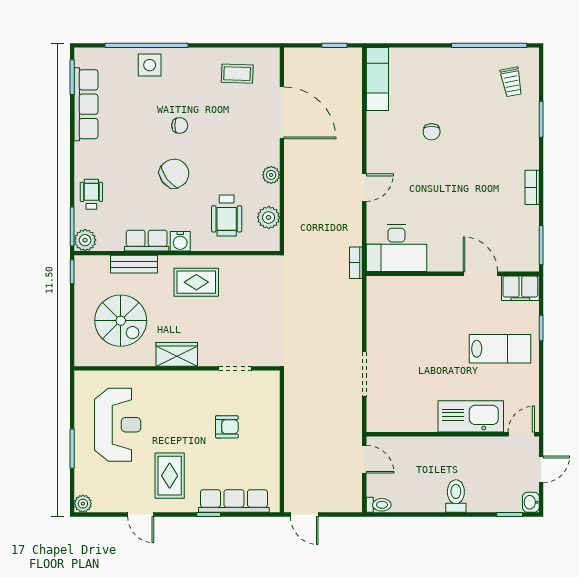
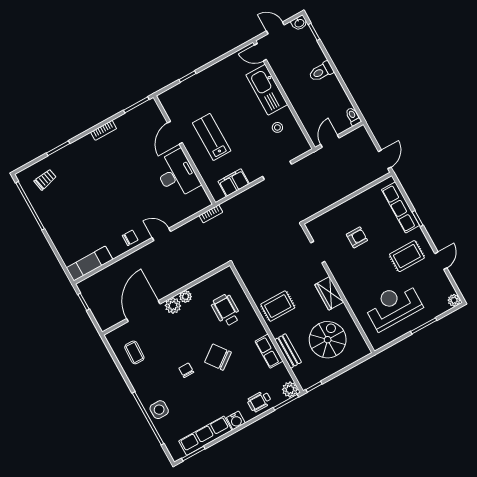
chair: (432, 132) -> (130, 238), moved
wheelchair: (227, 216) -> (226, 310), turned -90
plant: (269, 217) -> (173, 306), moved
water cooler: (180, 241) -> (236, 420), moved, turned 90
desk: (396, 248) -> (177, 174), moved
rug: (196, 282) -> (278, 306), turned 90
filing cabinet: (520, 288) -> (234, 183), moved, turned -90
lab bench: (500, 349) -> (212, 137), moved
stool: (417, 404) -> (277, 127), added
armchair: (227, 427) -> (357, 237), turned 90

